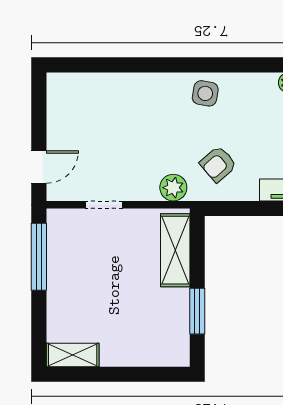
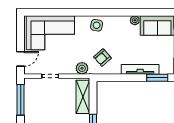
corner sofa: (104, 110) -> (50, 33), added

